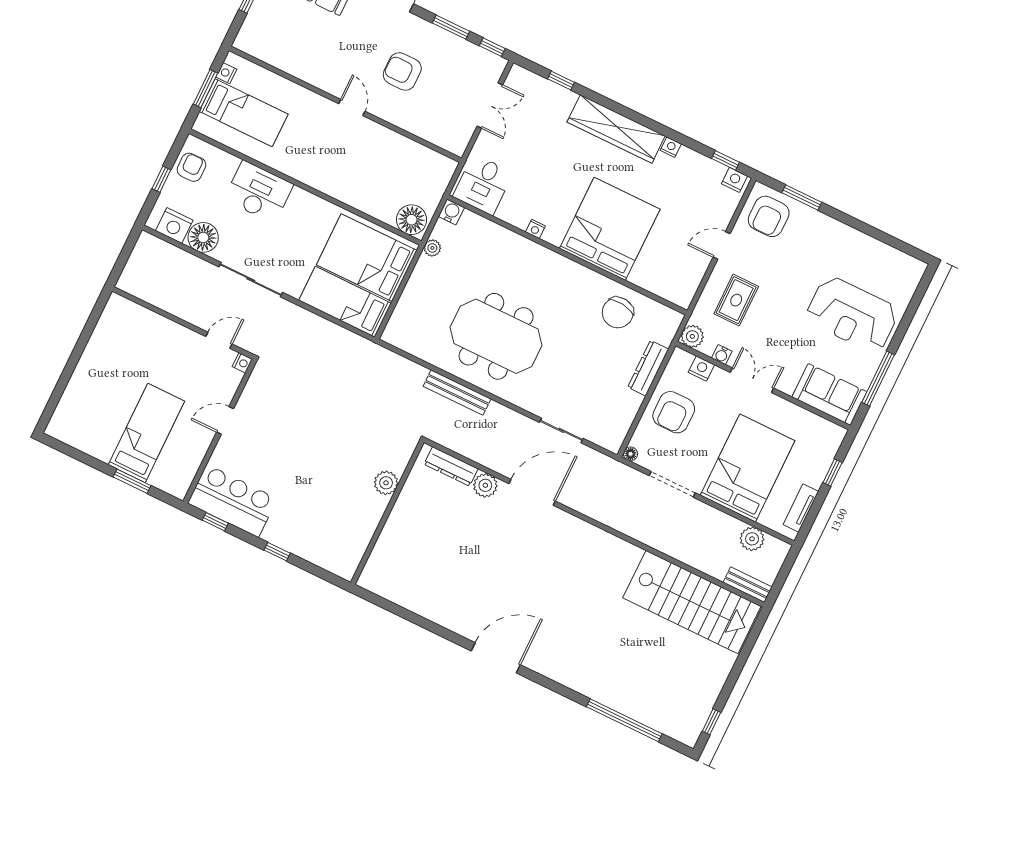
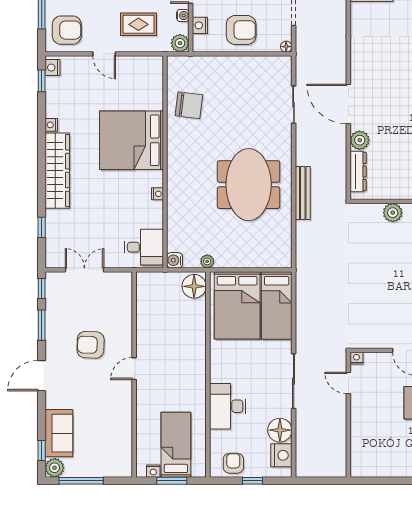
armchair: (402, 71) -> (91, 345), turned 92
armchair: (191, 167) -> (233, 463), turned 90
dresser: (648, 368) -> (218, 64), removed

